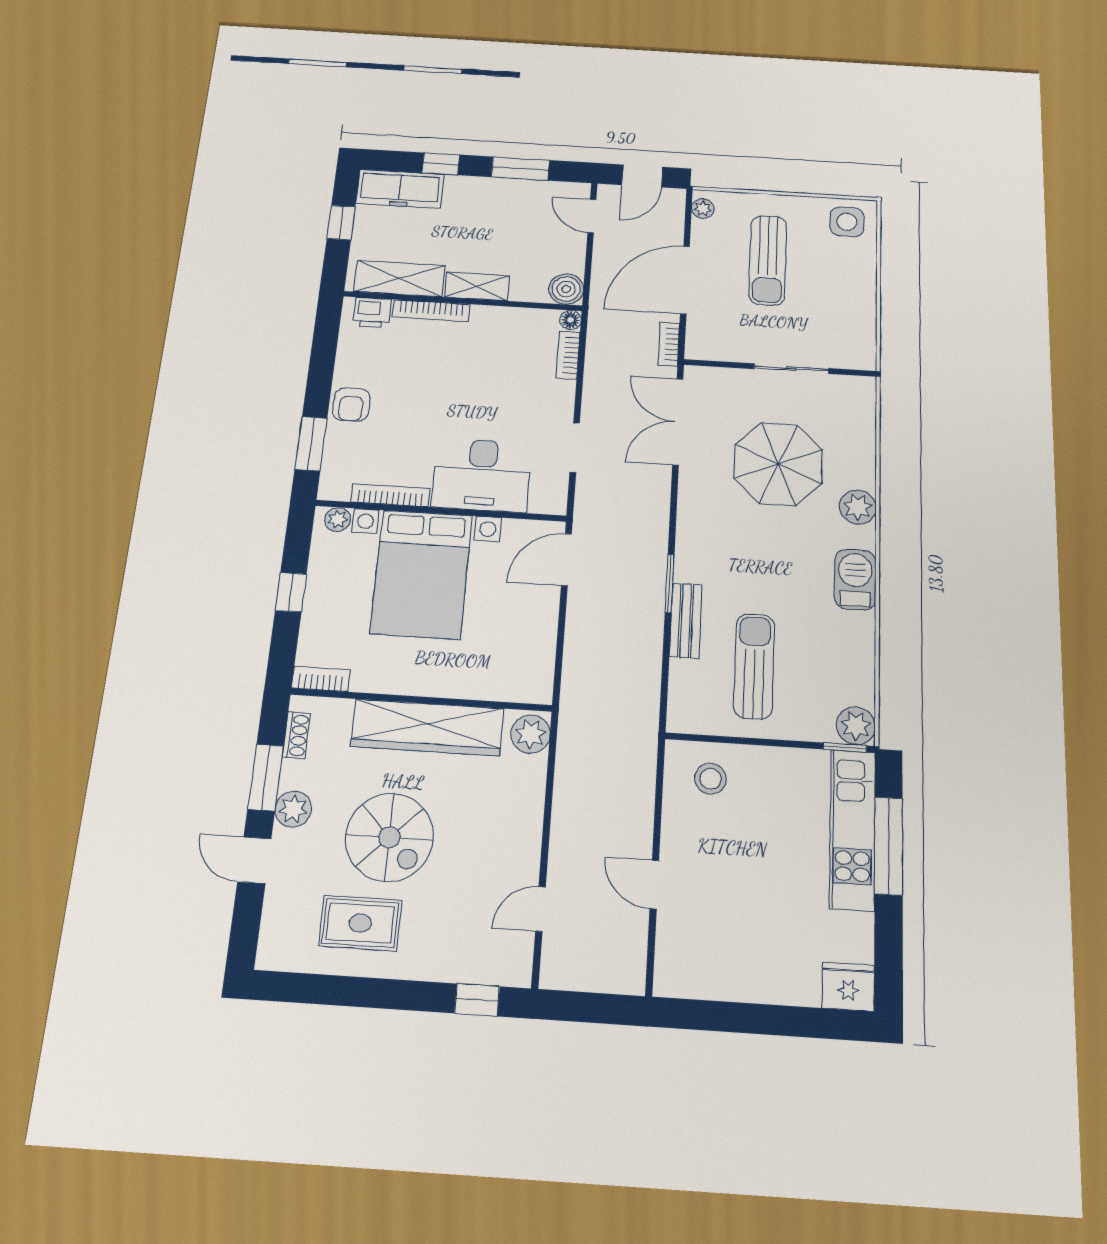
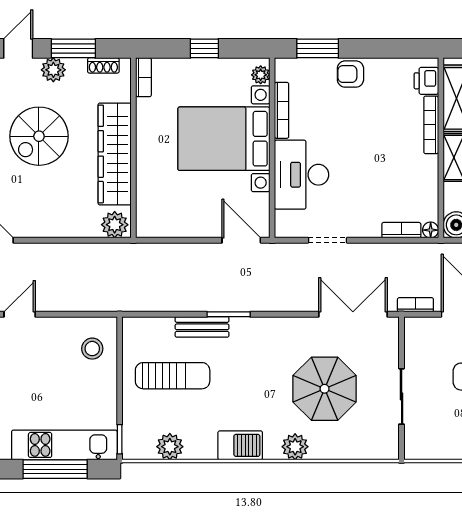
plant: (856, 726) -> (170, 447), moved

